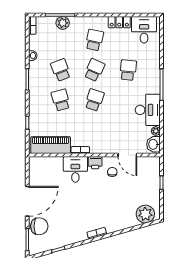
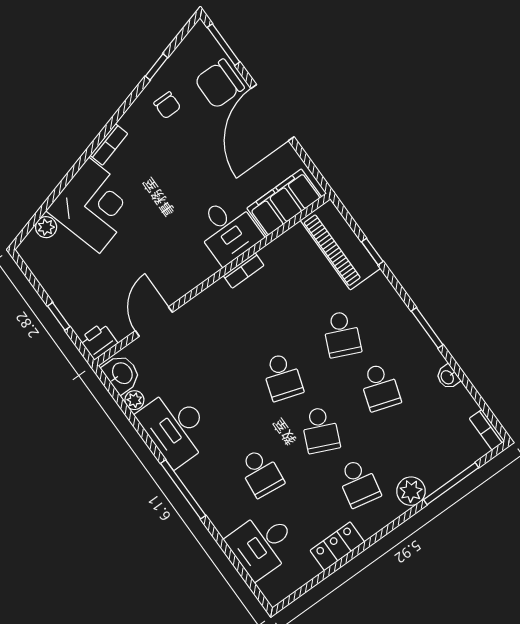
plant: (63, 23) -> (411, 491), moved
desk: (144, 30) -> (262, 544), moved, turned 90
school desk: (61, 70) -> (380, 387), turned 39
school desk: (61, 100) -> (342, 334), turned 39
piano: (51, 145) -> (340, 244), moved, turned 90
door: (127, 155) -> (154, 322), hinge flipped
printer: (95, 163) -> (99, 341), moved
filing cabinet: (47, 165) -> (284, 203), added
chair: (112, 172) -> (167, 105), moved
plant: (145, 214) -> (46, 227), width x0.53, depth x0.53
corner desk: (119, 215) -> (94, 205), added

